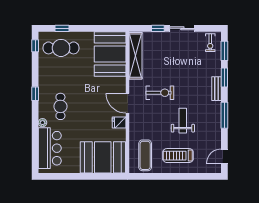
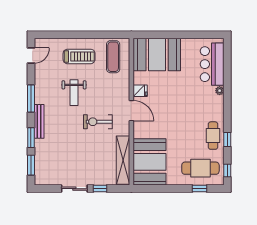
exercise bike: (210, 43) -> (46, 174), removed
bench: (216, 89) -> (39, 121), width x1.36
window: (35, 94) -> (227, 139), moved
cafe table: (60, 106) -> (213, 136), moved

